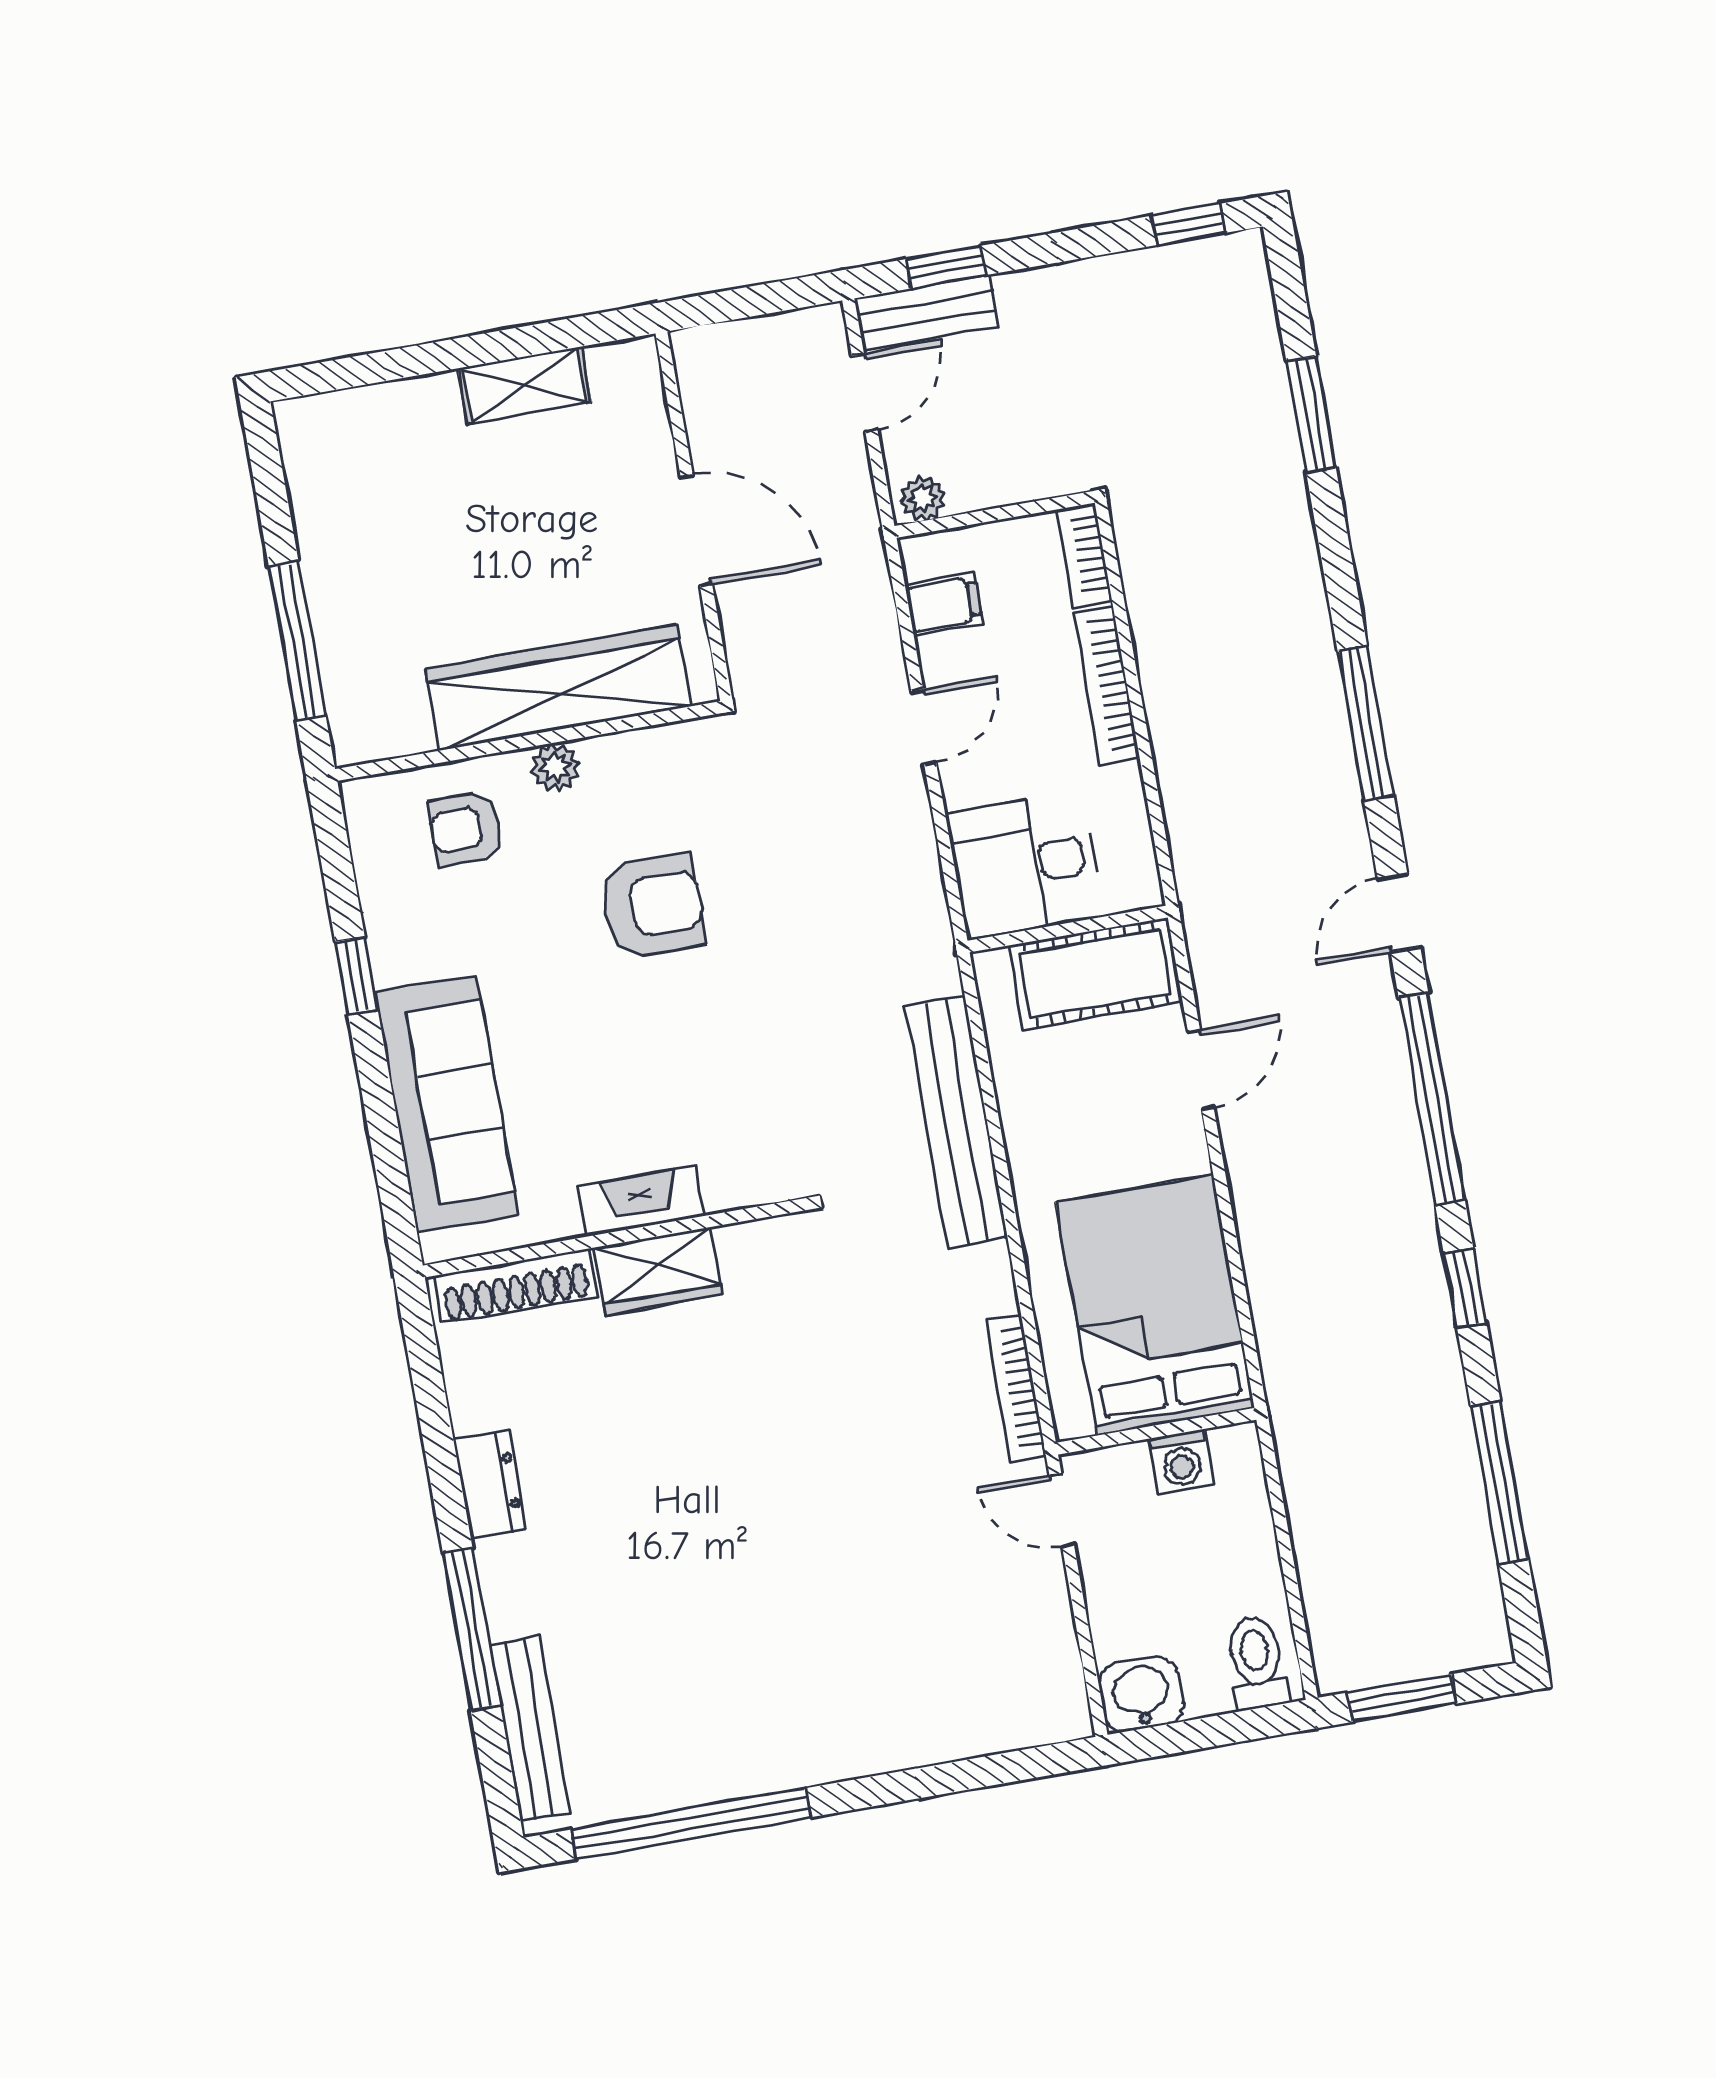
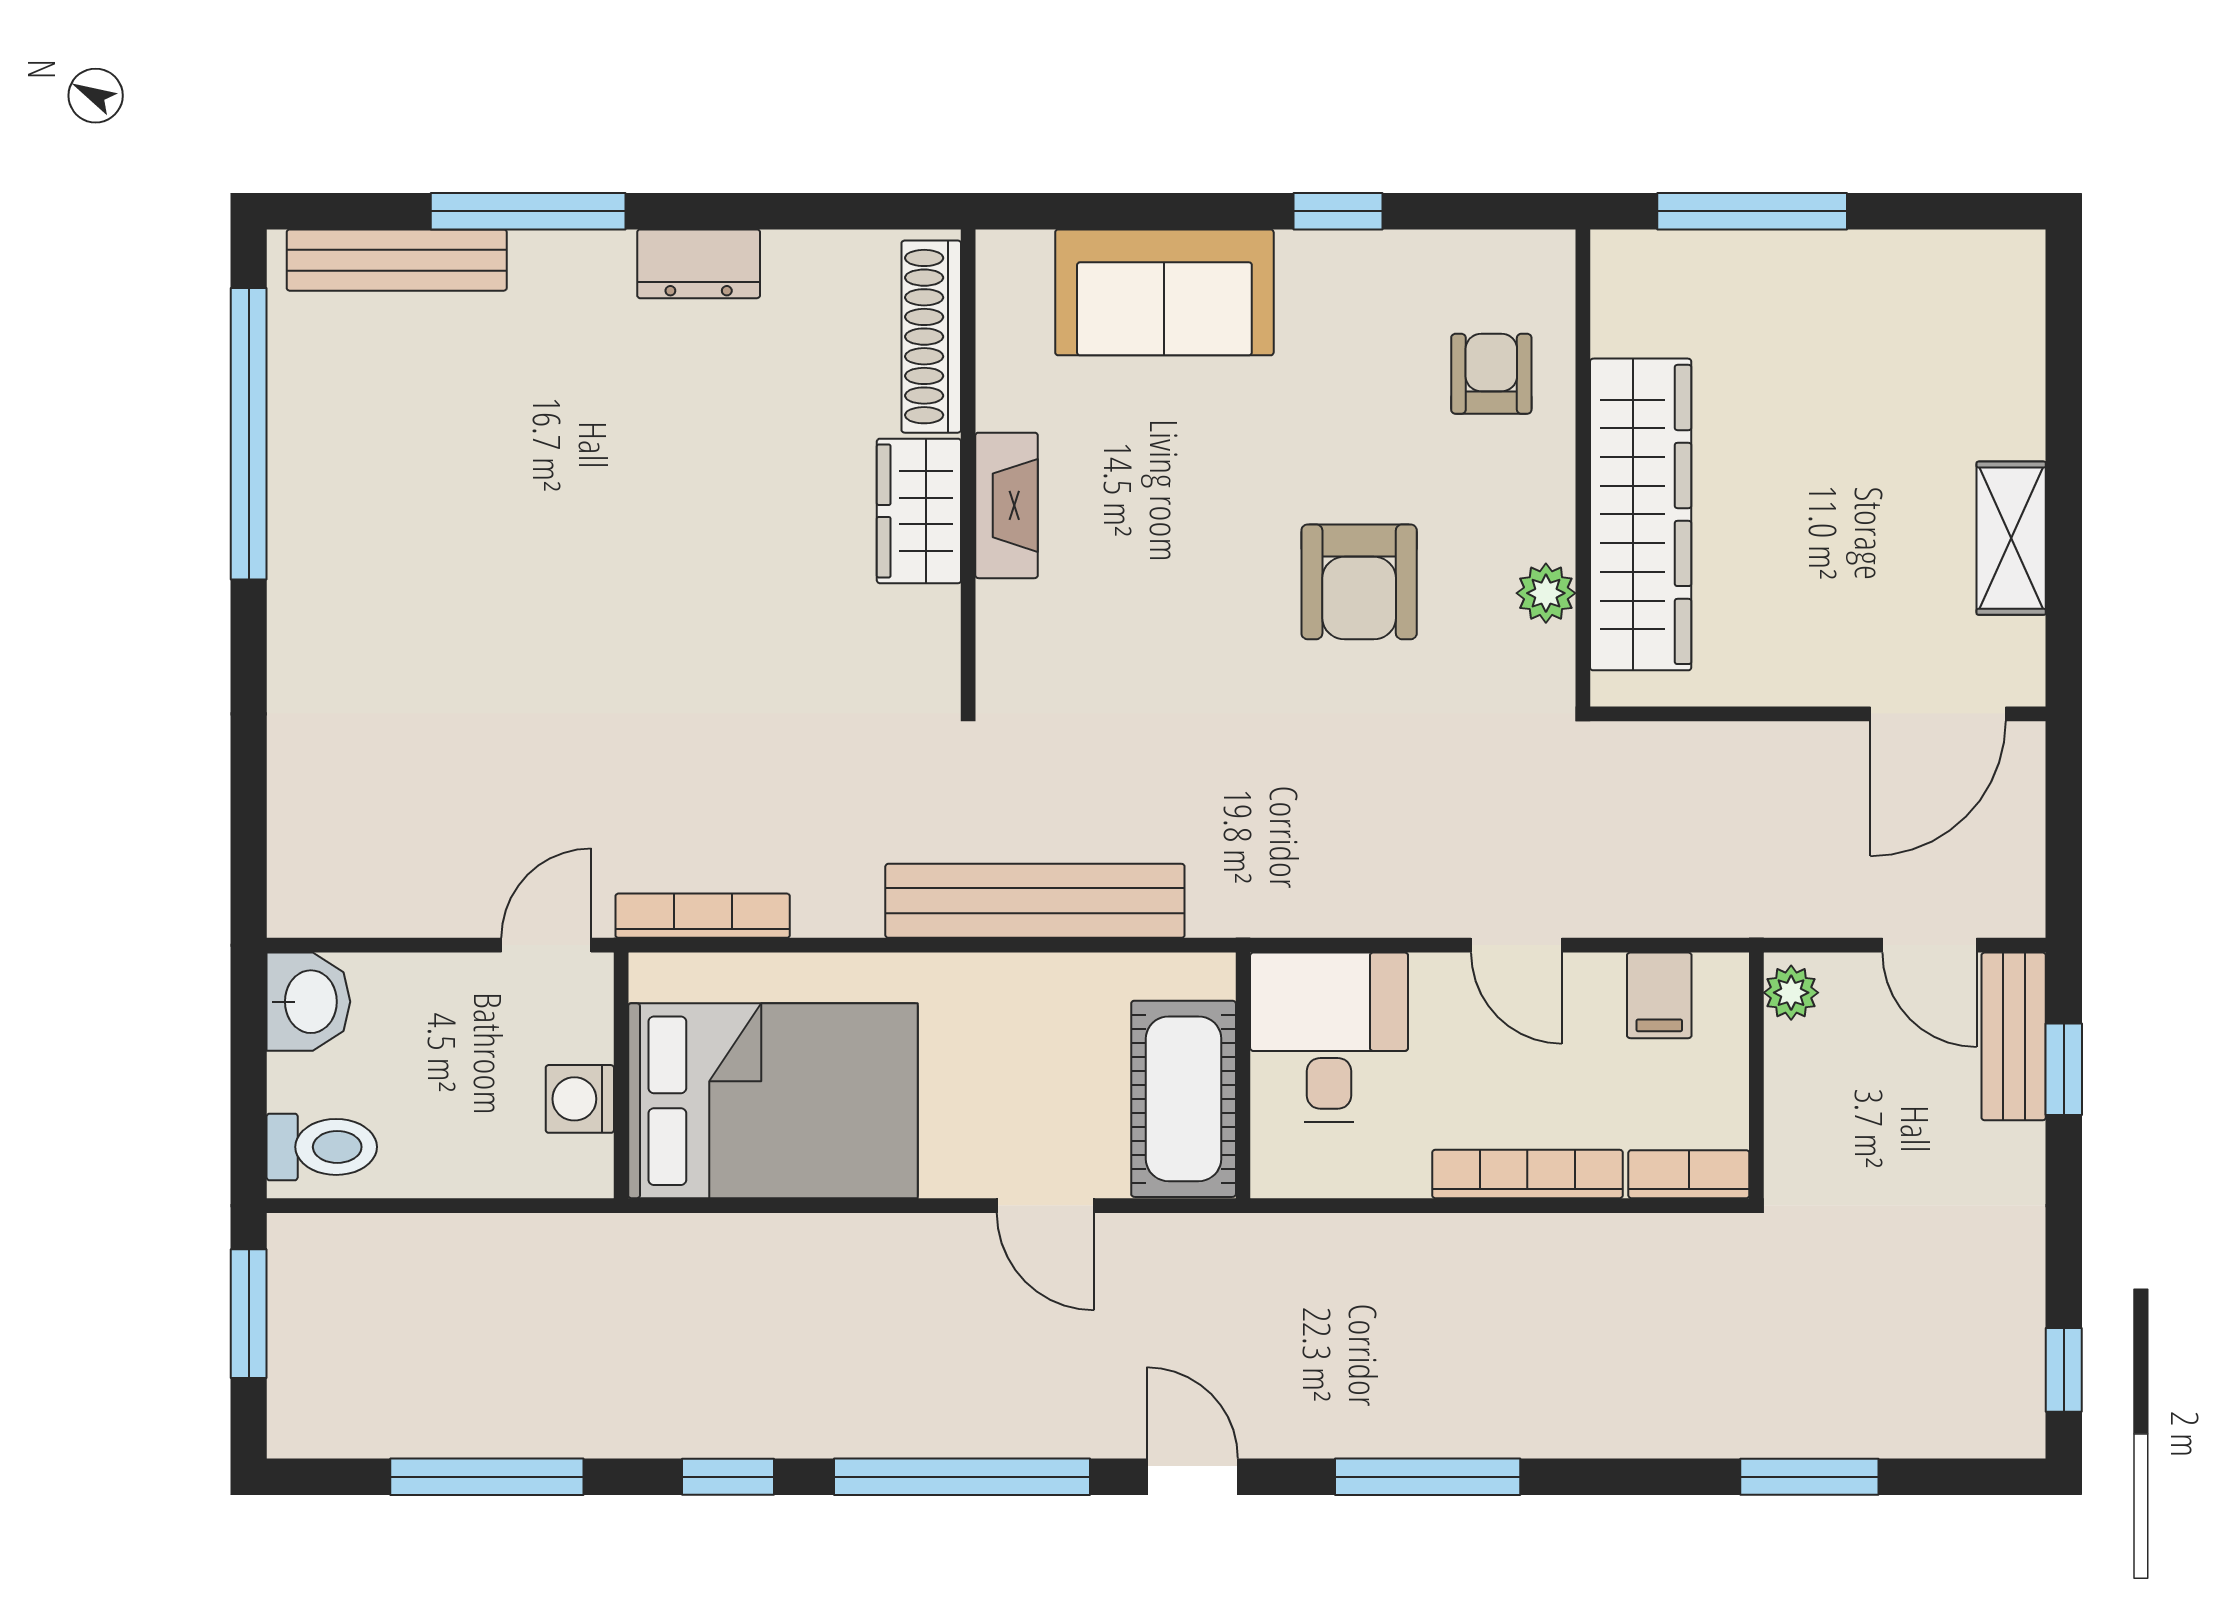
door: (696, 531) -> (1938, 714), moved
plant: (555, 767) -> (1546, 593), moved
sofa: (447, 1104) -> (1164, 292), width x0.73

